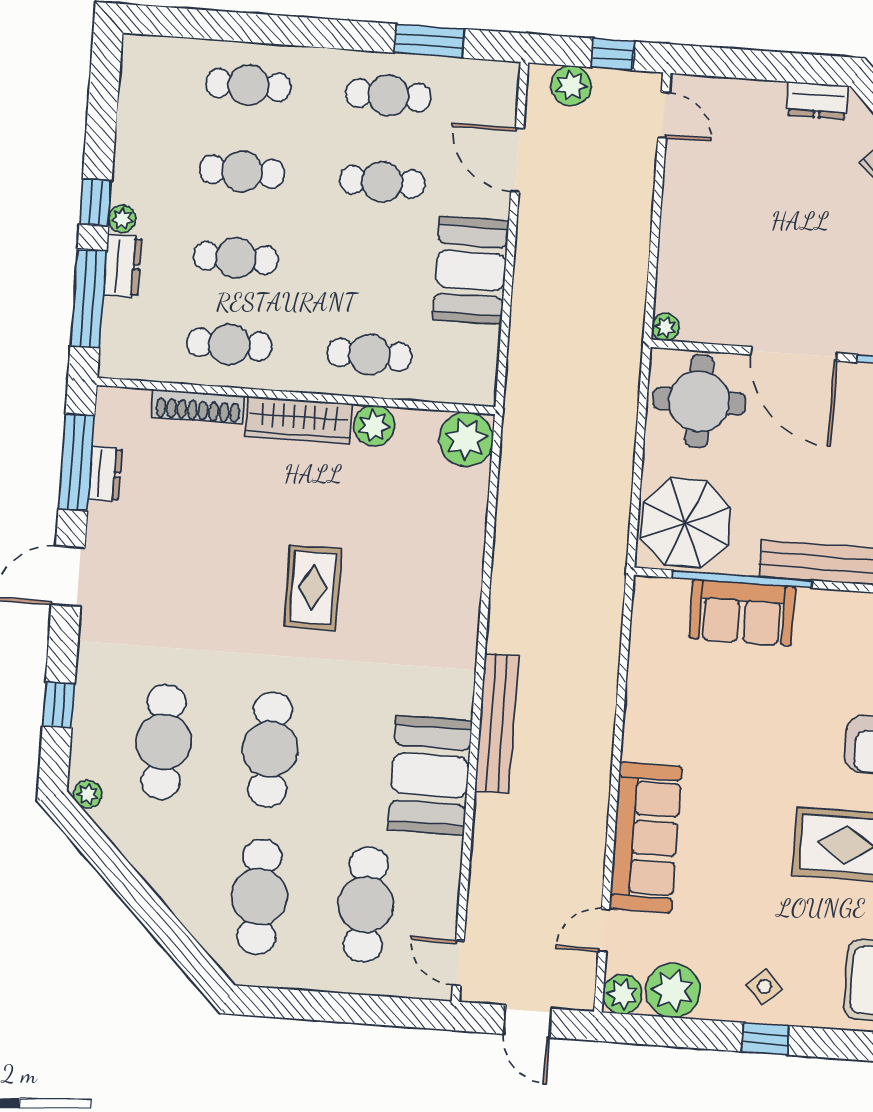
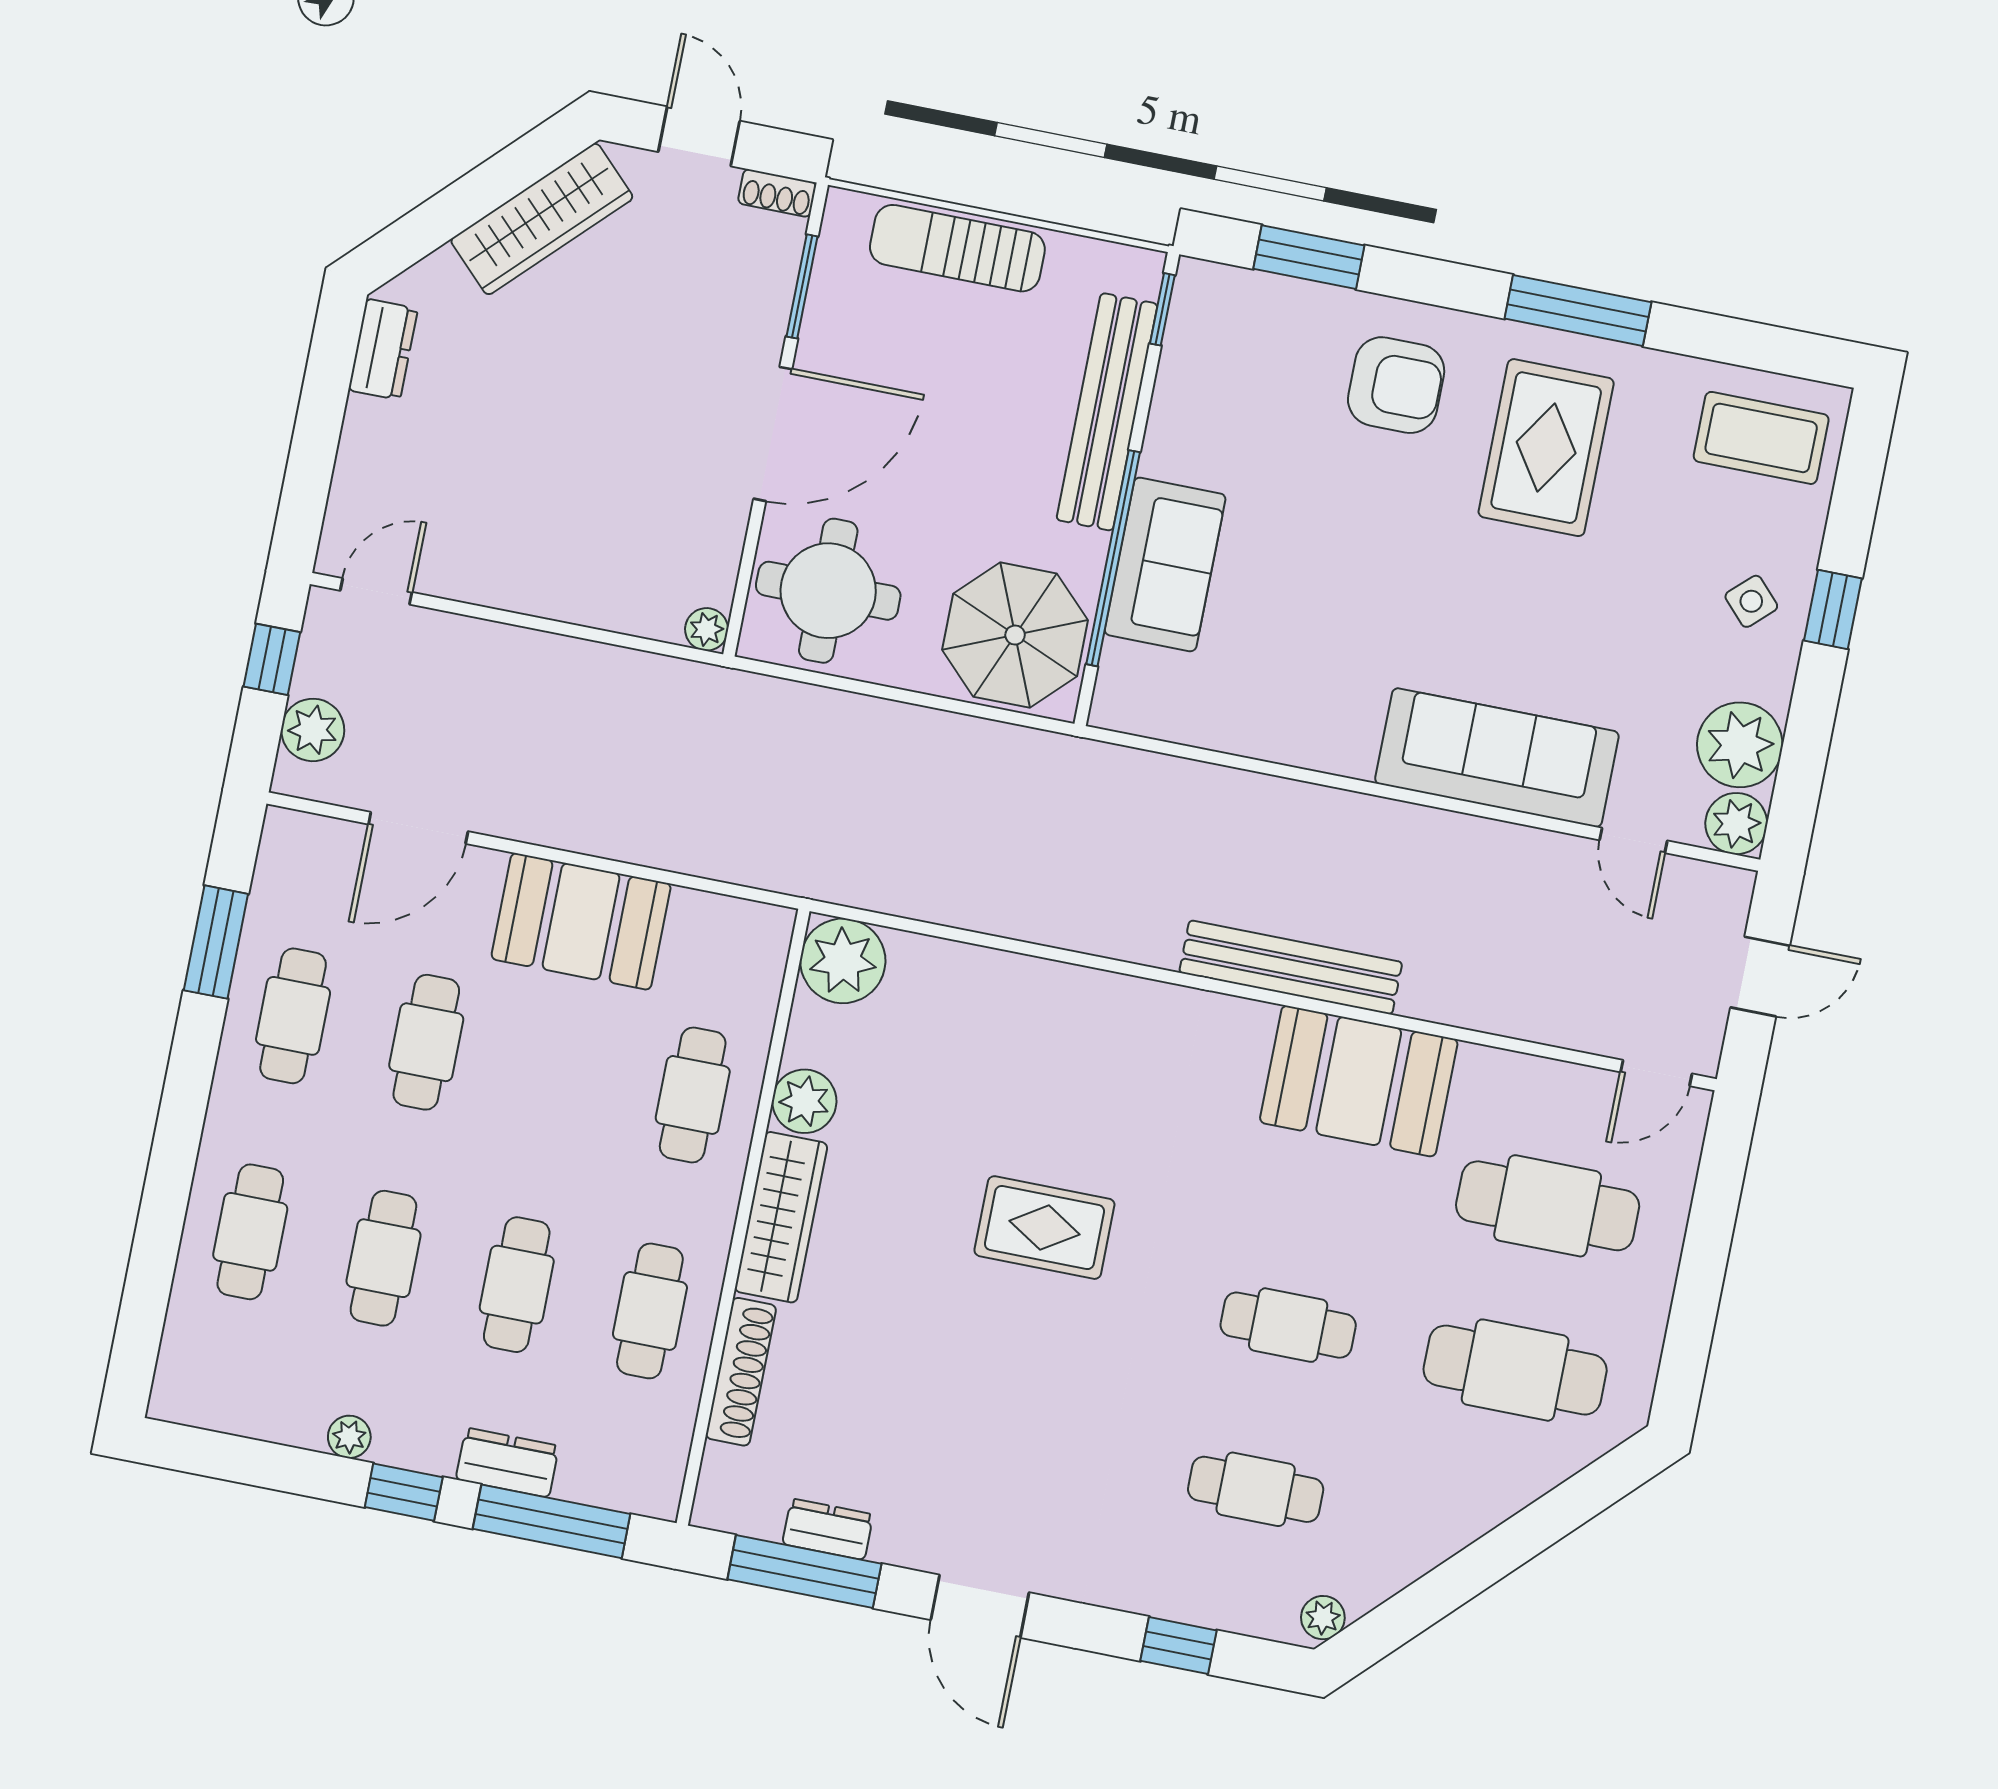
plant: (122, 219) -> (349, 1437), moved
cafe table: (164, 742) -> (1256, 1489), width x0.73, depth x0.74
cafe table: (270, 749) -> (1288, 1325), width x0.73, depth x0.74

